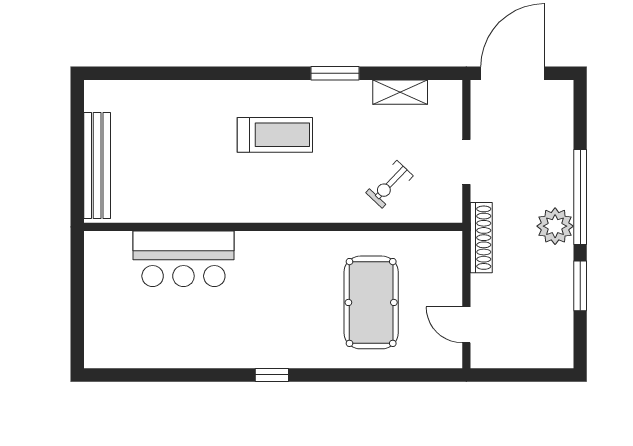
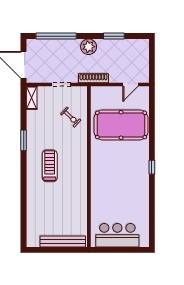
shelving: (400, 92) -> (32, 98), moved
window: (580, 197) -> (56, 36), moved
bar counter: (183, 259) -> (117, 235), moved, turned -90
pool table: (371, 302) -> (121, 125), width x1.36, depth x1.32

